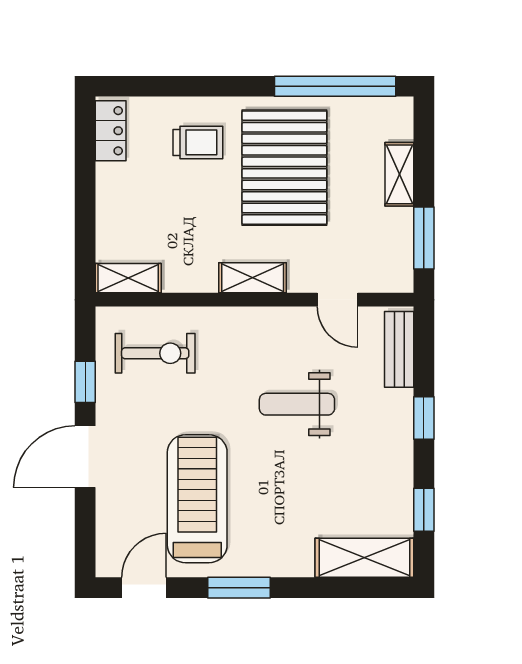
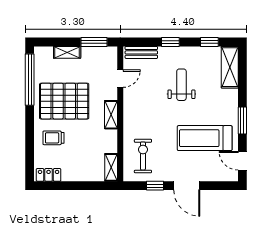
trolley: (198, 142) -> (53, 138), turned -90
weight bench: (297, 404) -> (181, 85), moved, turned 180

